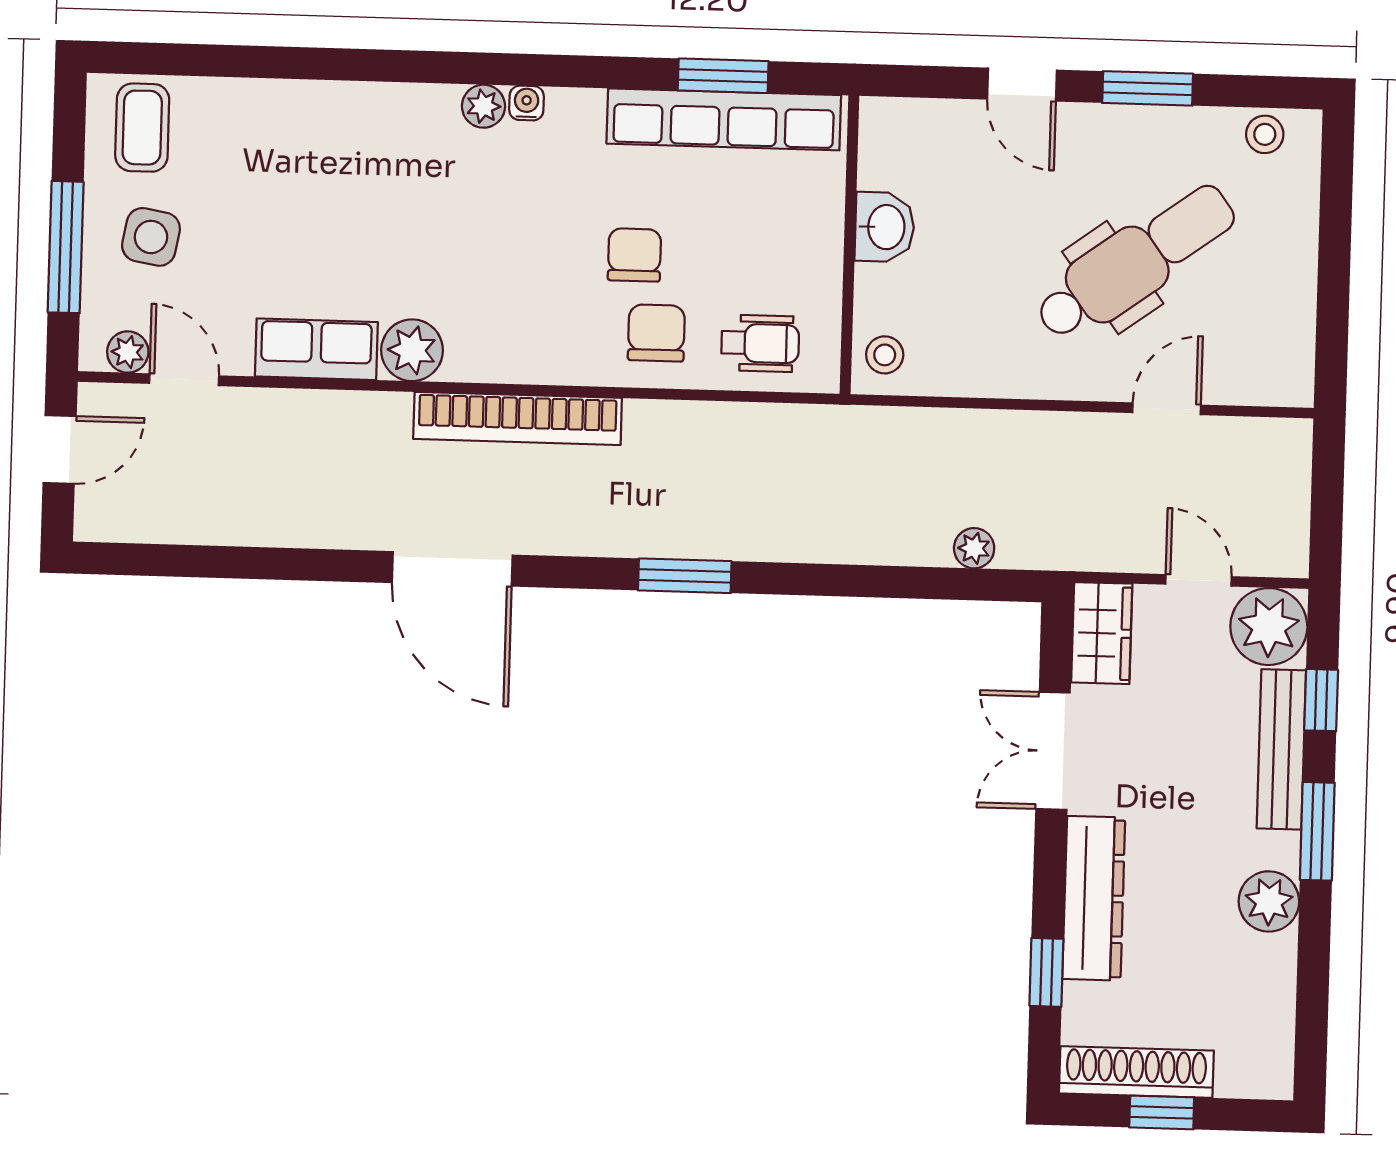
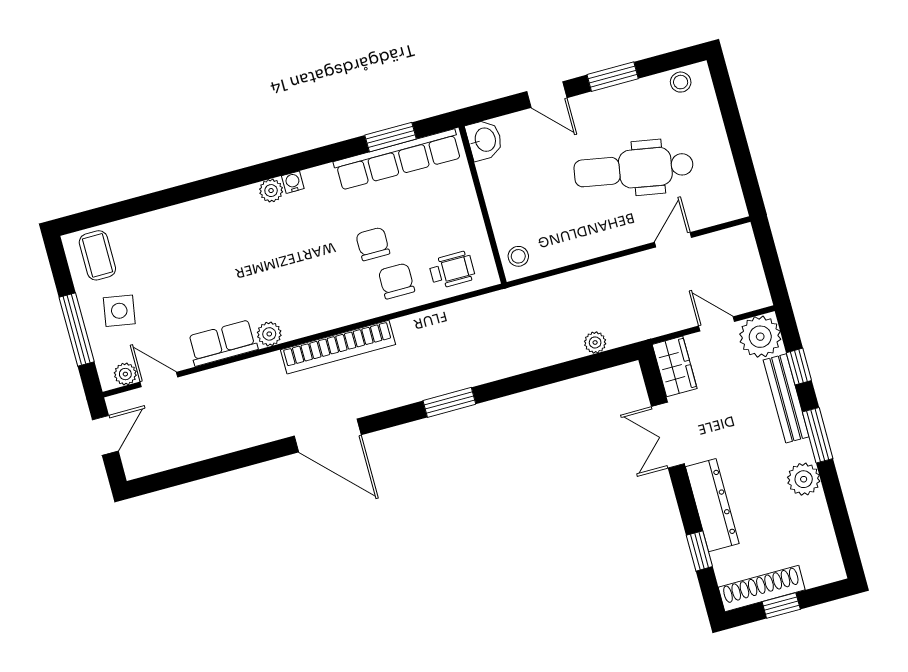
washbasin: (885, 227) -> (484, 140), moved
dental chair: (1135, 262) -> (634, 169), turned -134
plant: (412, 350) -> (269, 334), width x0.73, depth x0.73

